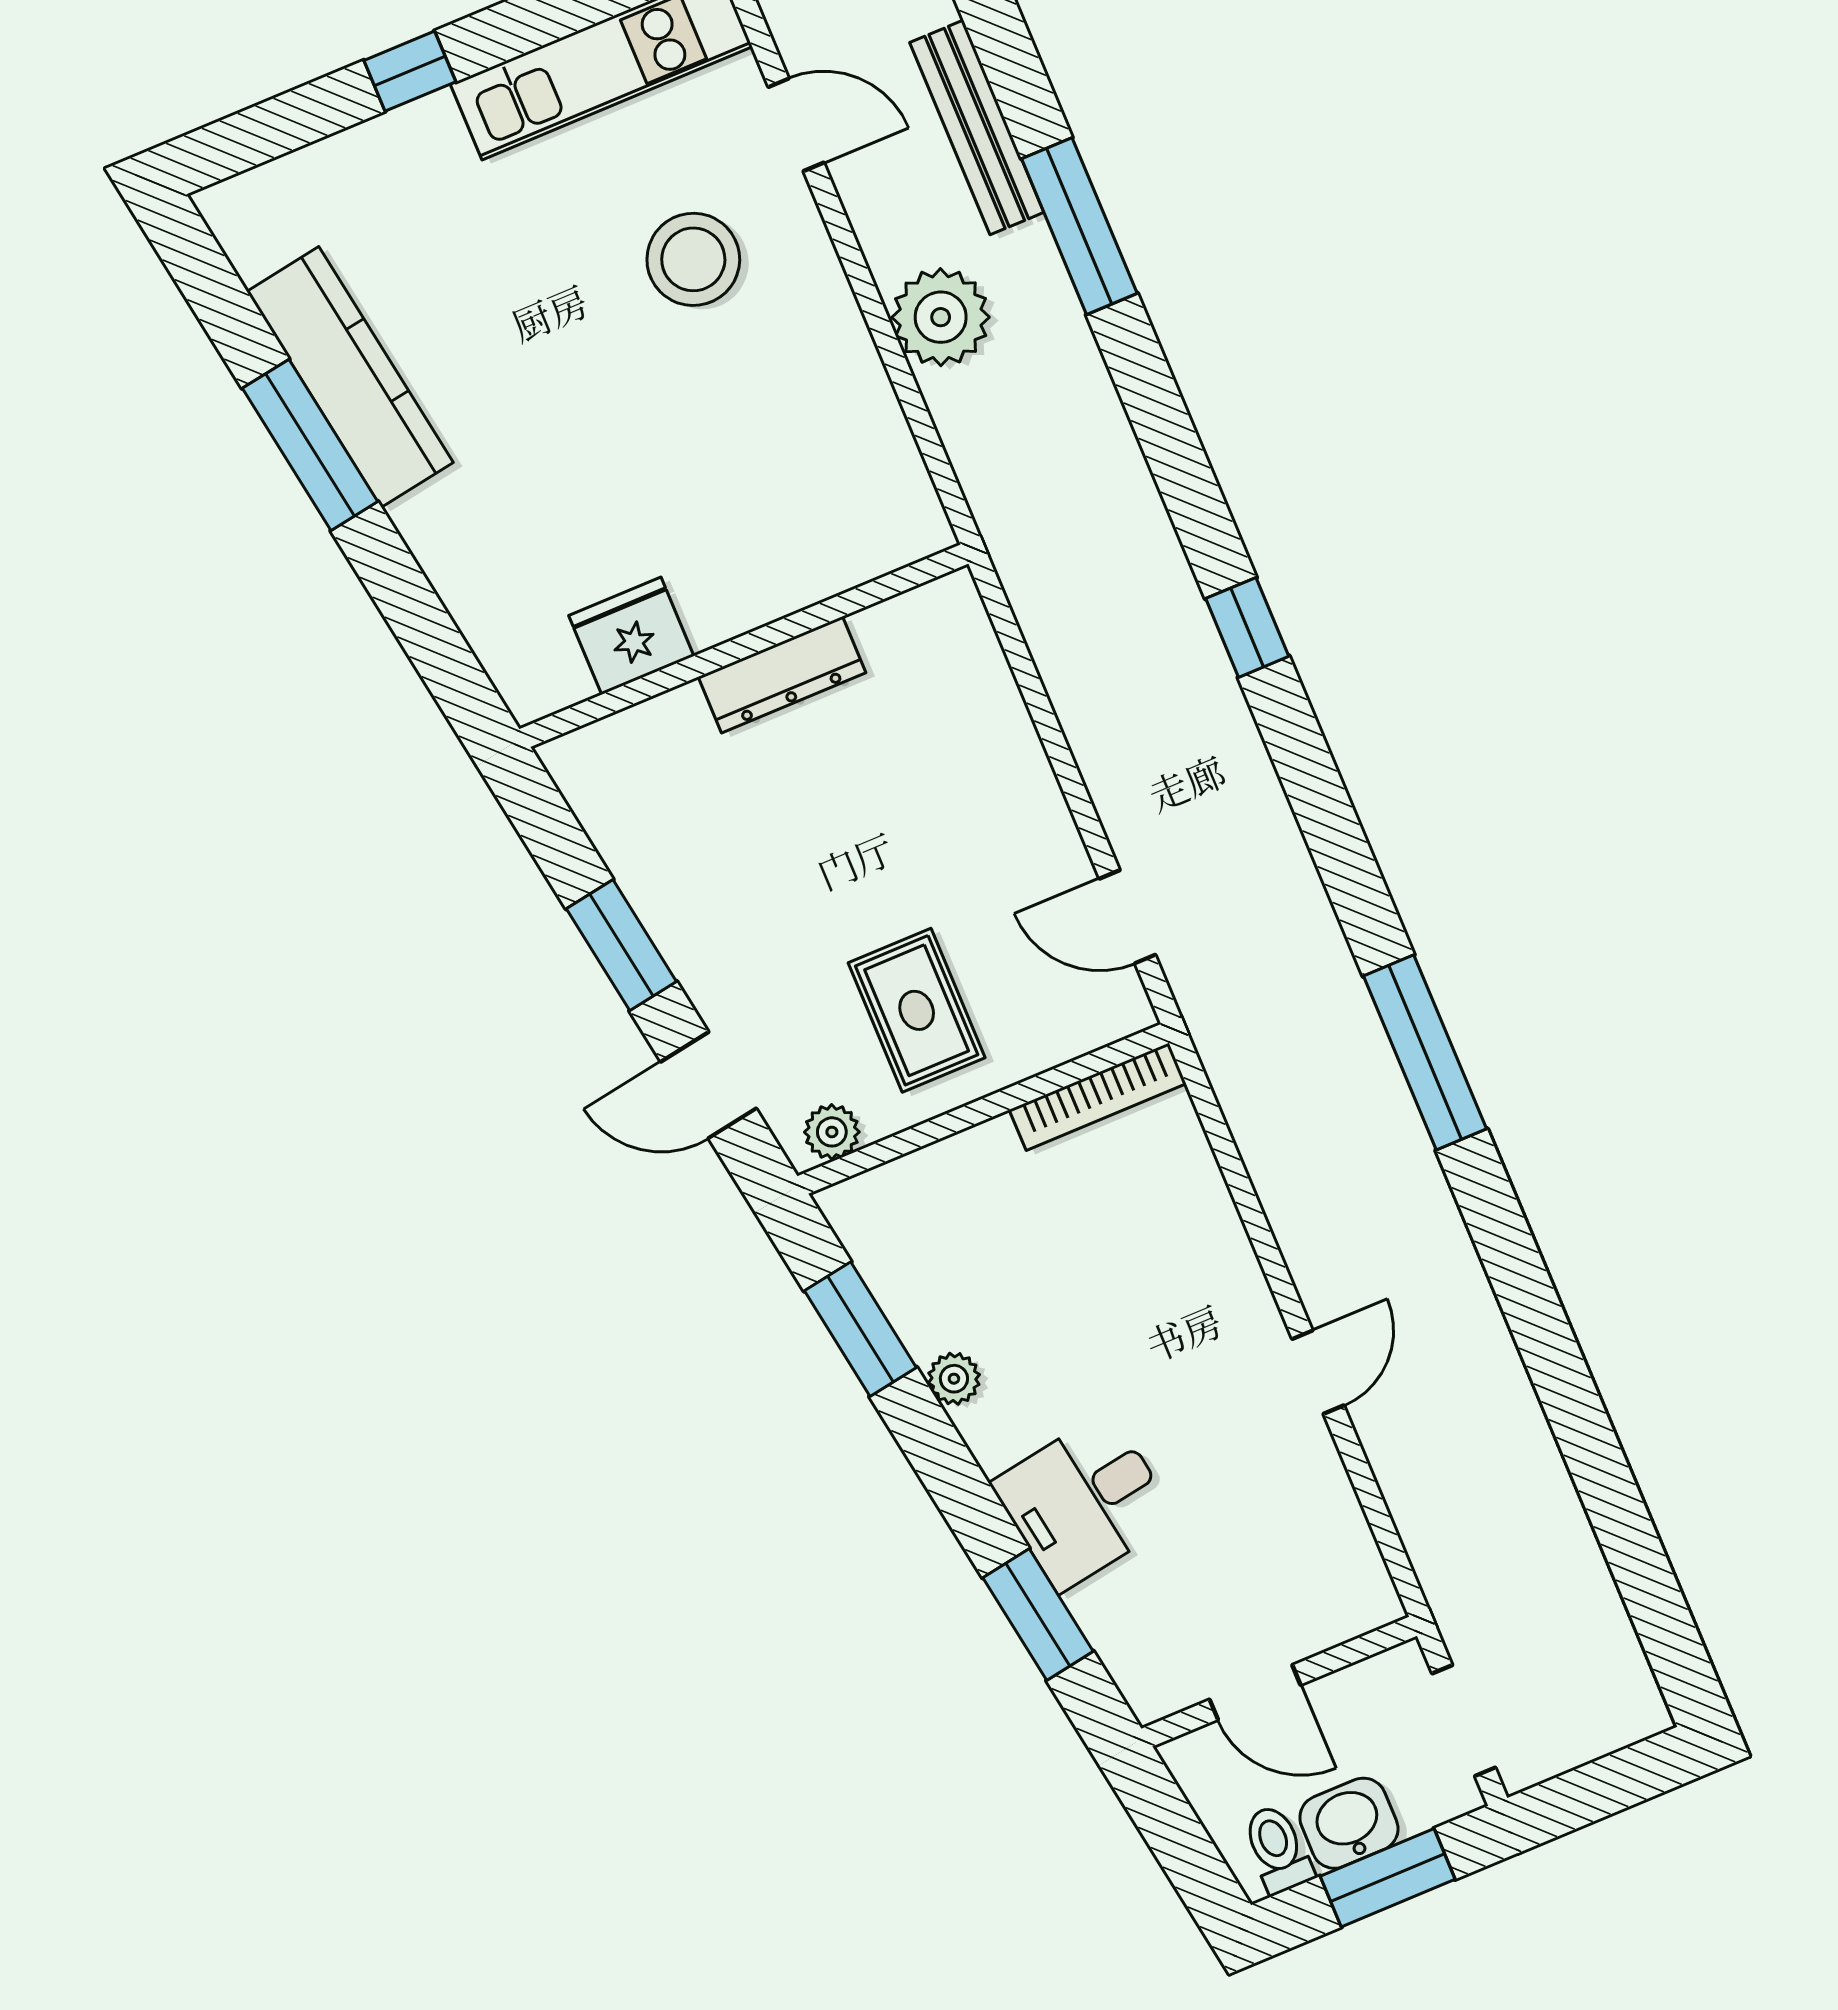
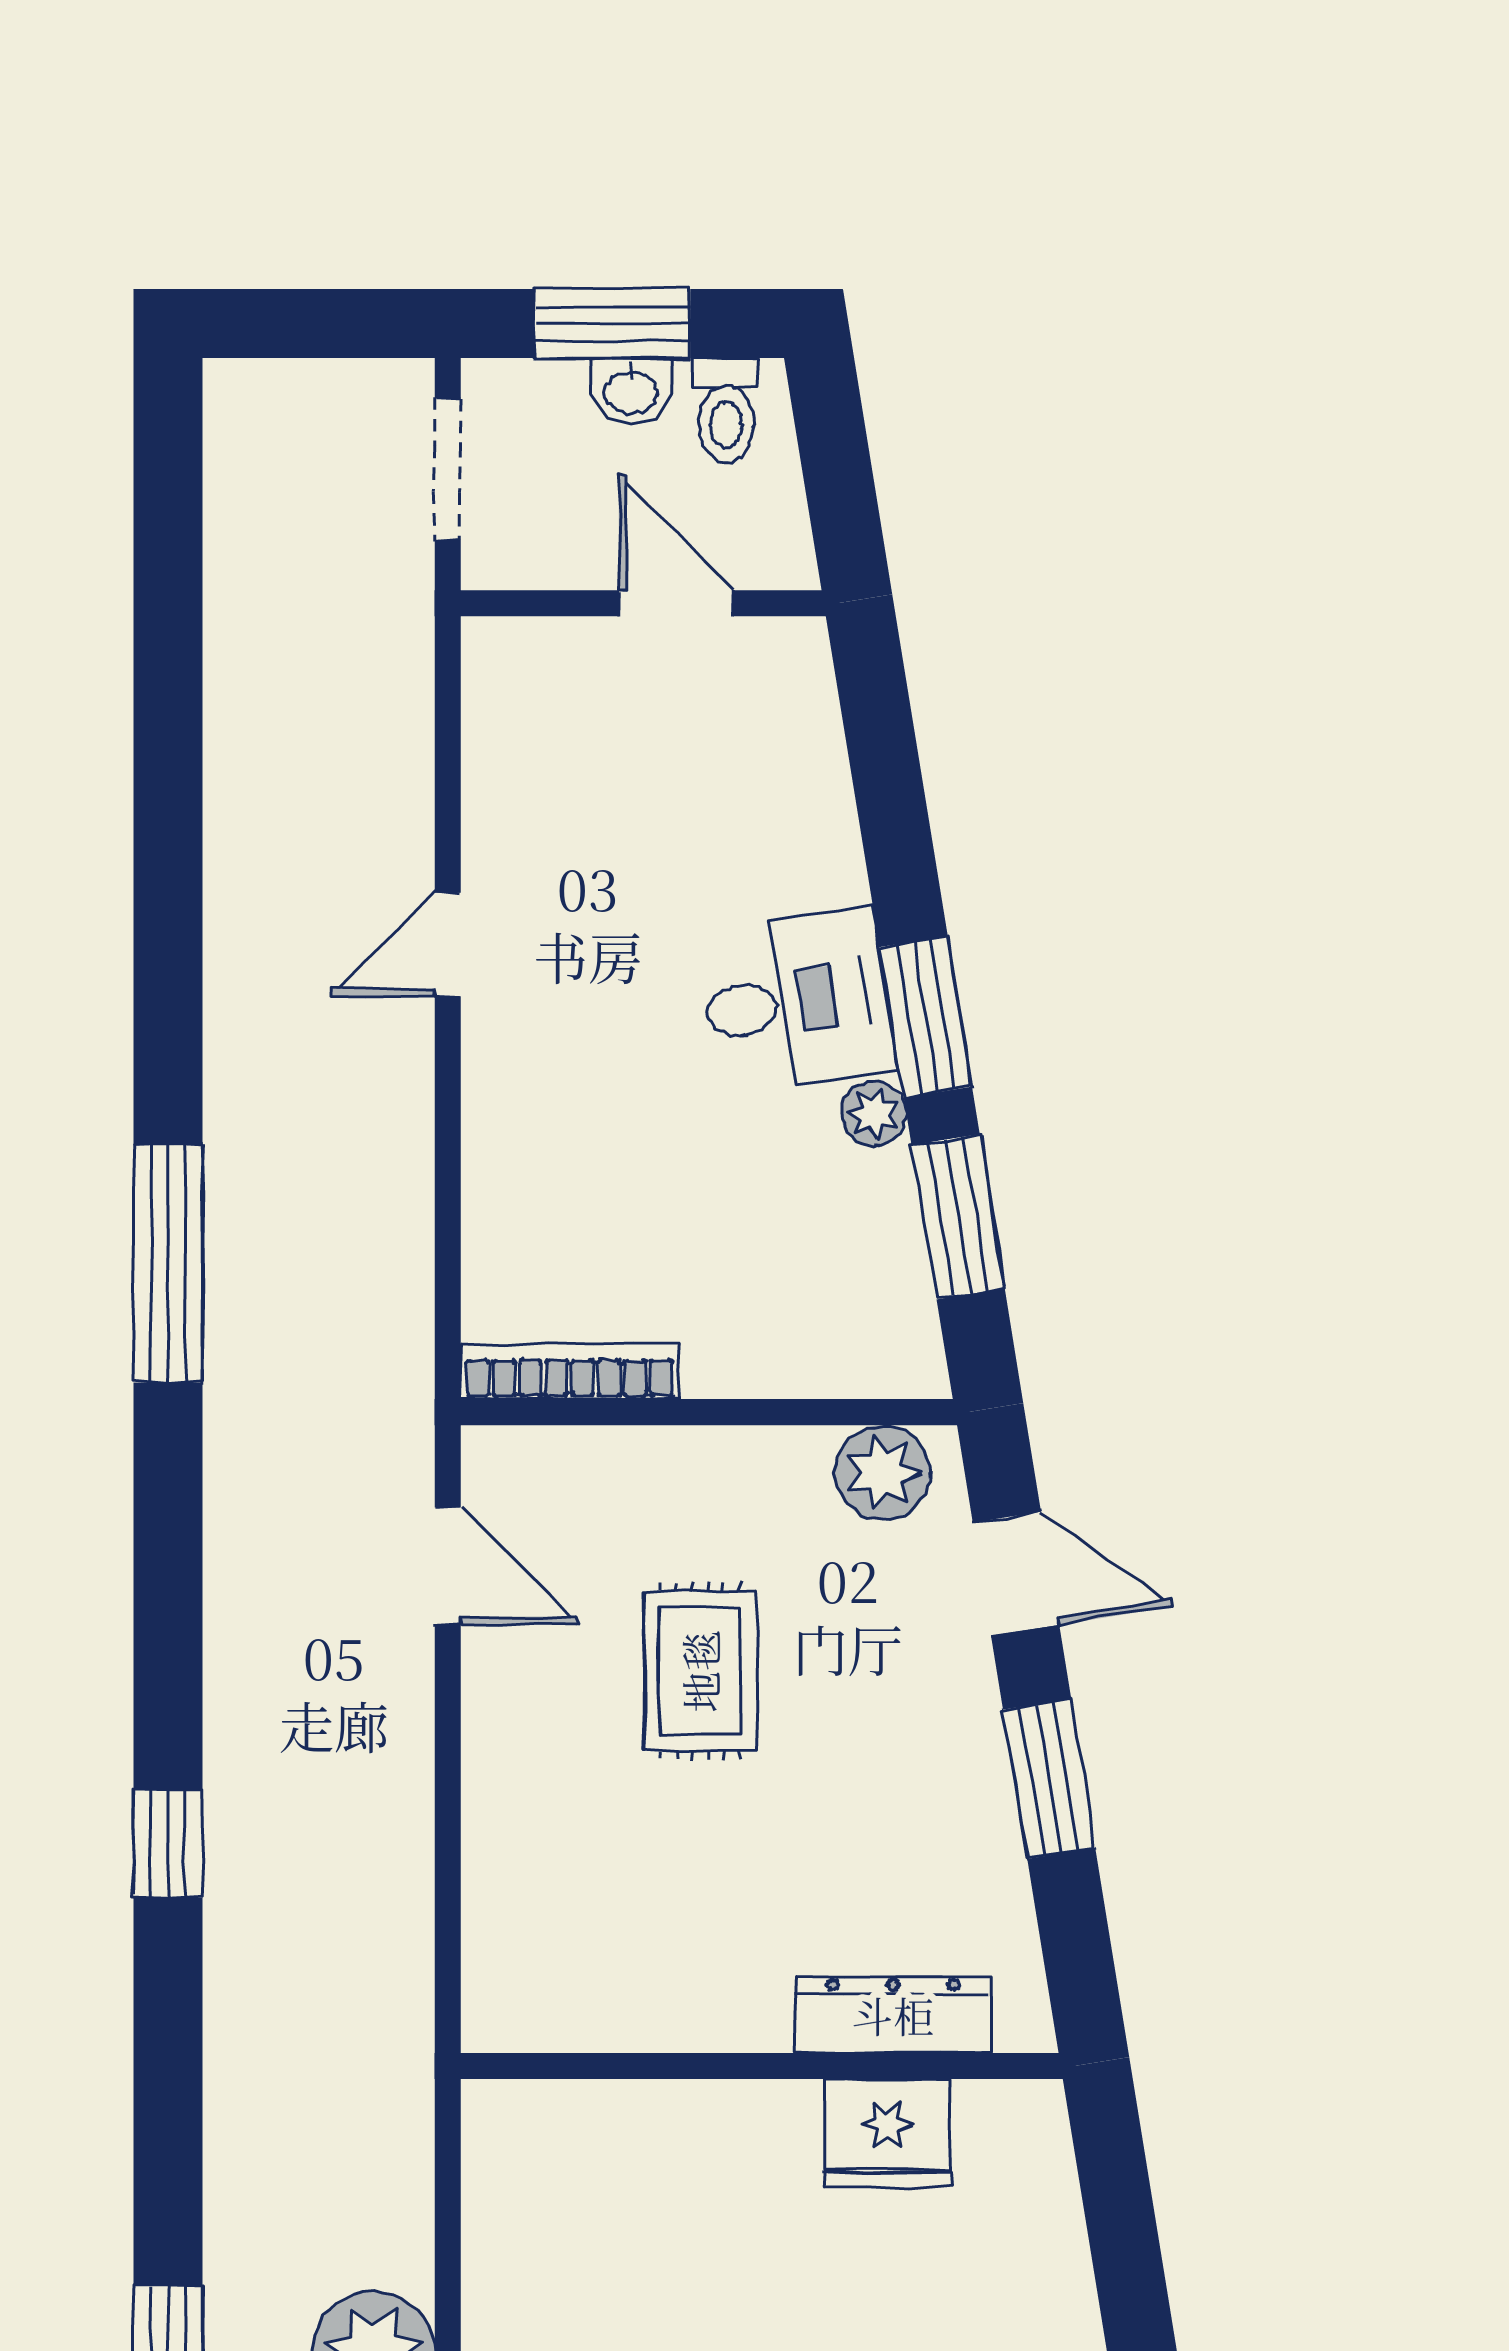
dresser: (782, 675) -> (893, 2015), moved
rug: (917, 1010) -> (700, 1671), moved
plant: (832, 1132) -> (882, 1473), width x1.38, depth x1.38
desk: (1084, 1501) -> (797, 1001), moved
window: (1038, 1615) -> (926, 1017), moved
washbasin: (1349, 1823) -> (631, 391), width x0.72, depth x0.69

